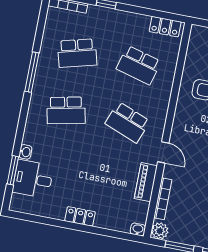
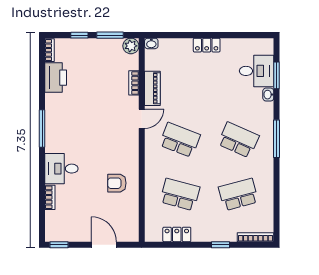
locker: (165, 27) -> (177, 234), moved
window: (32, 72) -> (277, 139), moved
school desk: (66, 110) -> (238, 140), turned 36
door: (163, 152) -> (142, 119), swing flipped
bookcase: (163, 199) -> (134, 83), width x0.64

